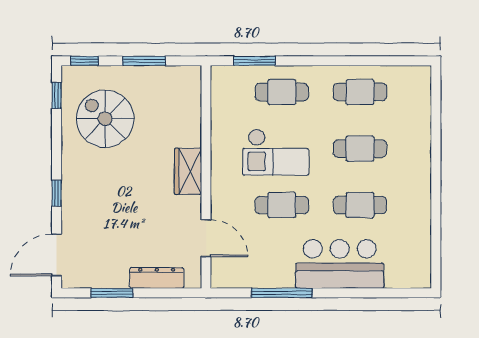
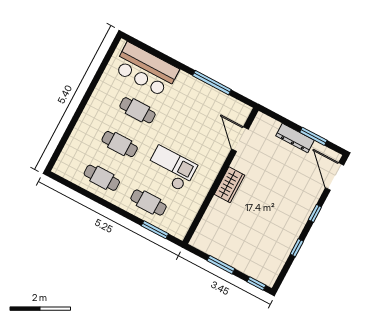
window: (57, 95) -> (297, 248), moved
spiral stairs: (105, 119) -> (263, 242), removed
cafe table: (282, 205) -> (184, 135), removed
door: (57, 255) -> (335, 176), swing flipped
bar counter: (340, 264) -> (146, 70), moved
dresser: (157, 278) -> (295, 138), moved

